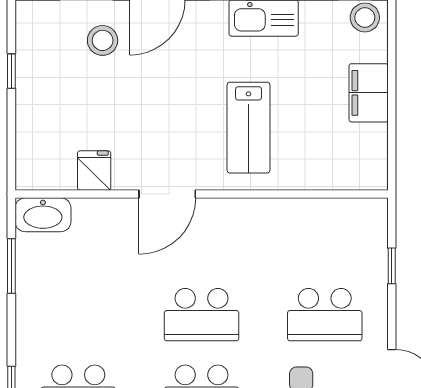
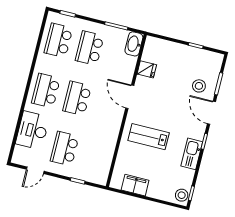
filing cabinet: (369, 93) -> (135, 185), moved
school desk: (78, 315) -> (90, 48), added

